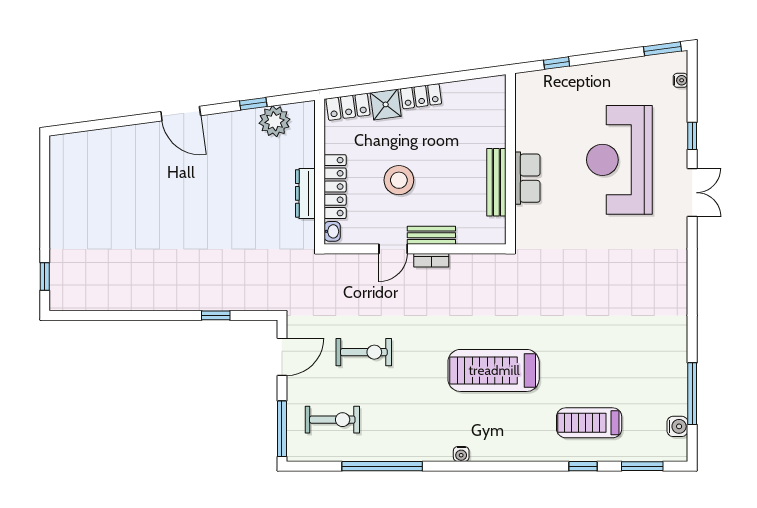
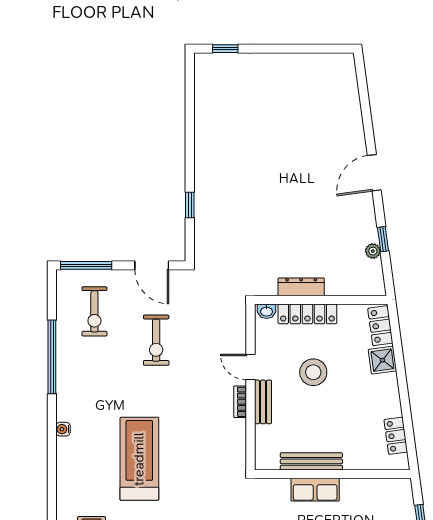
locker: (421, 96) -> (396, 436), moved
plant: (274, 121) -> (373, 251), width x0.53, depth x0.53

